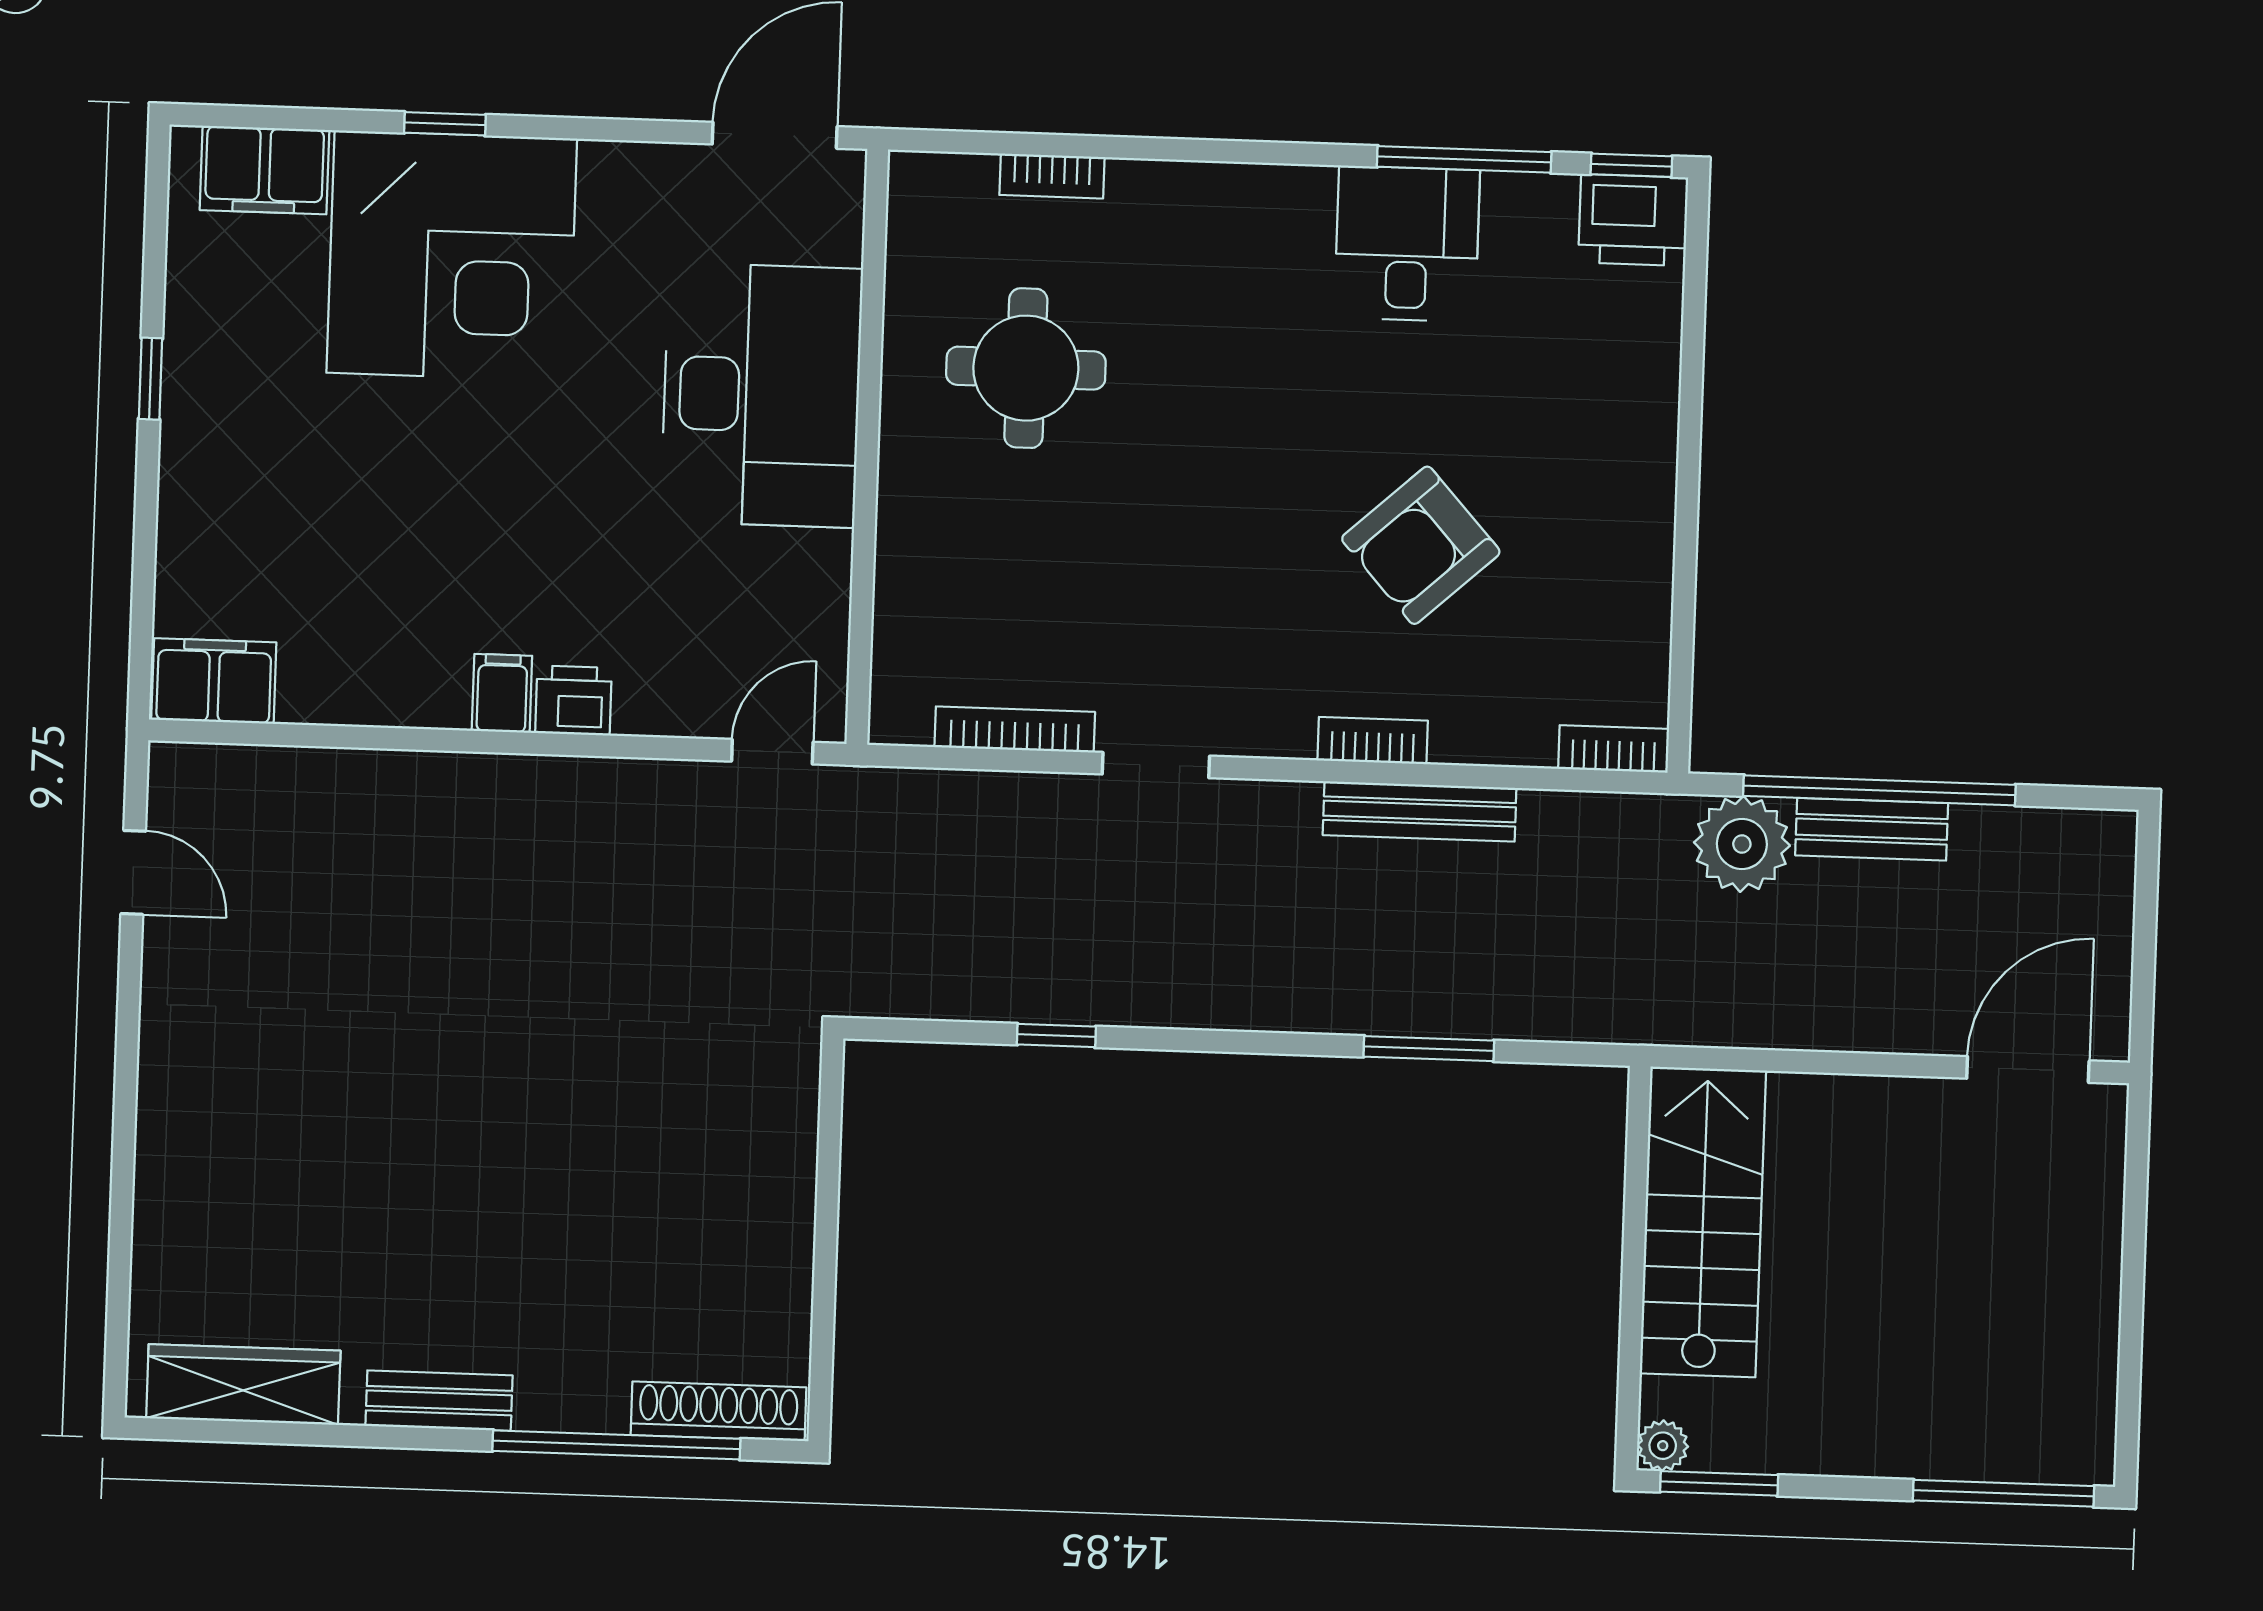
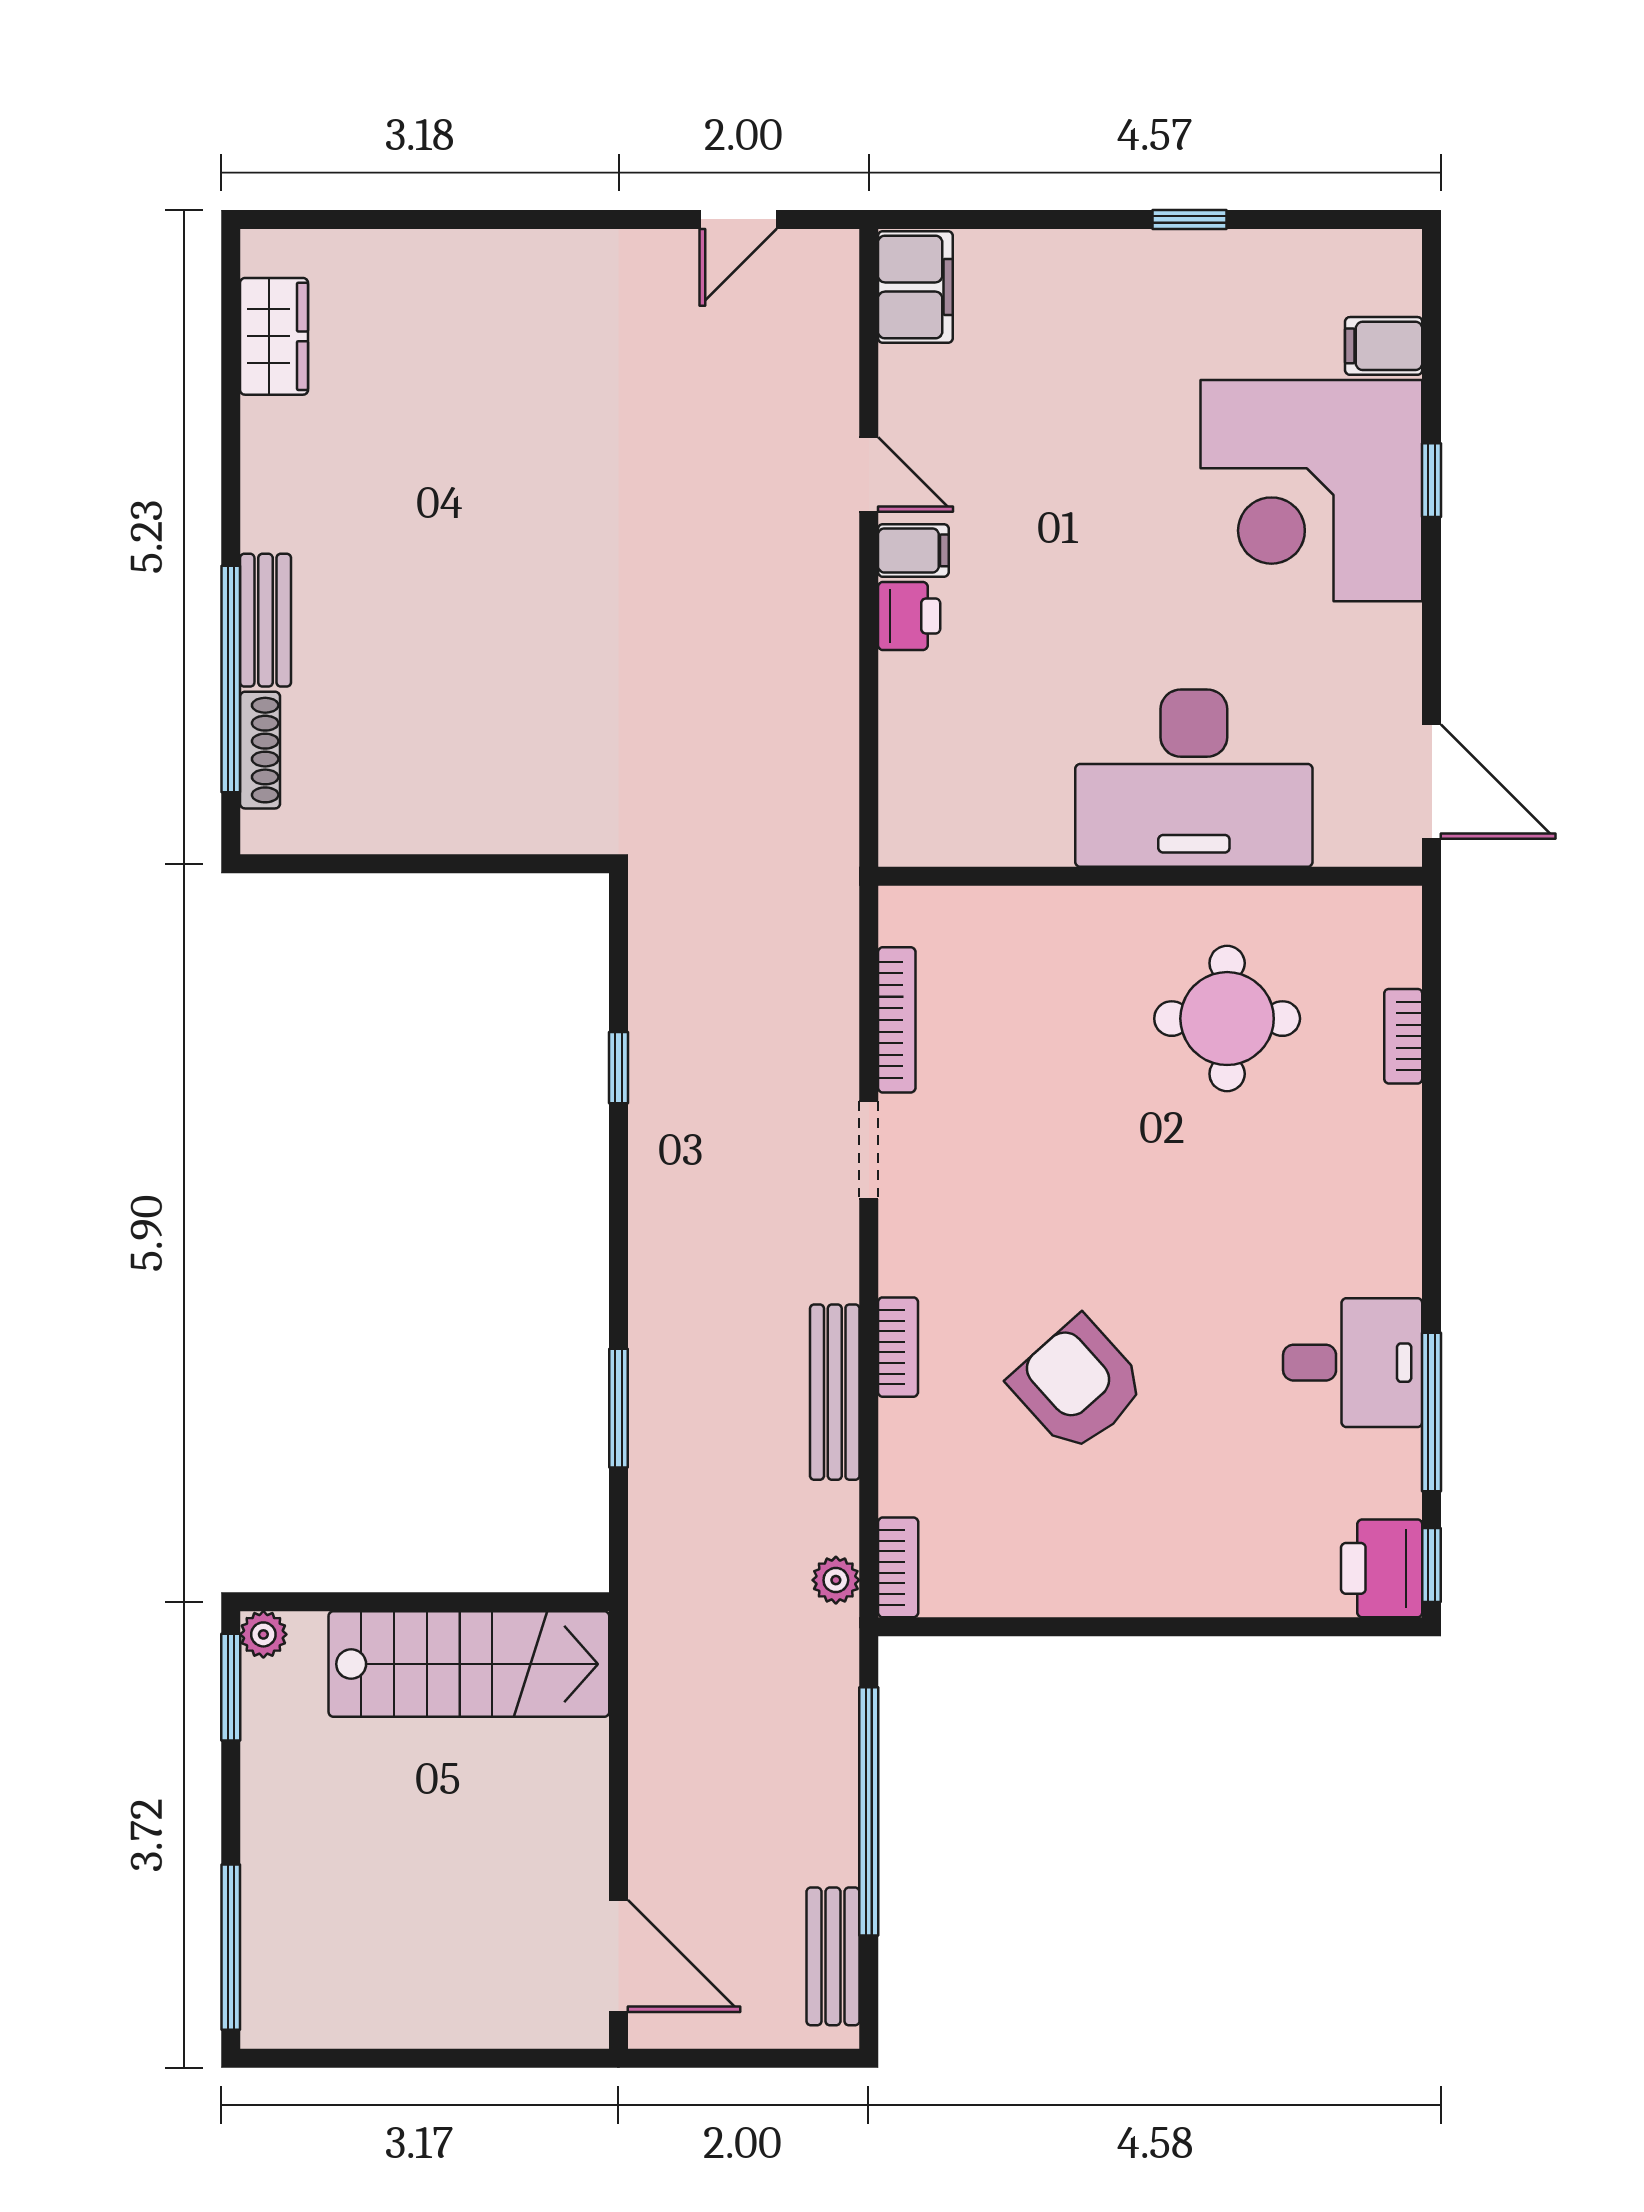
filing cabinet: (264, 170) -> (1384, 346), width x0.50
door: (772, 752) -> (869, 475), moved
bench: (1872, 829) -> (833, 1956), moved
plant: (1742, 844) -> (836, 1580), moved, width x0.53, depth x0.53
wardrobe: (243, 1384) -> (274, 336), width x0.67
bench: (439, 1401) -> (265, 620), moved
shoe rack: (719, 1411) -> (260, 750), width x0.74, depth x0.81

